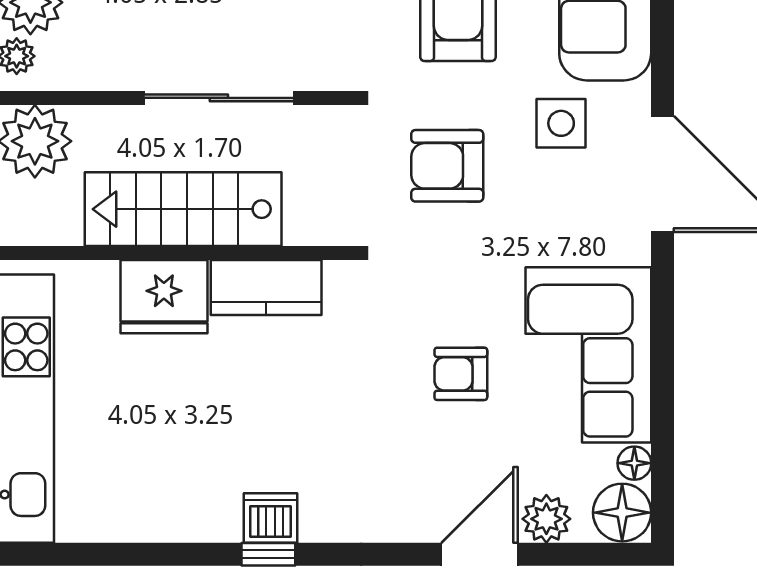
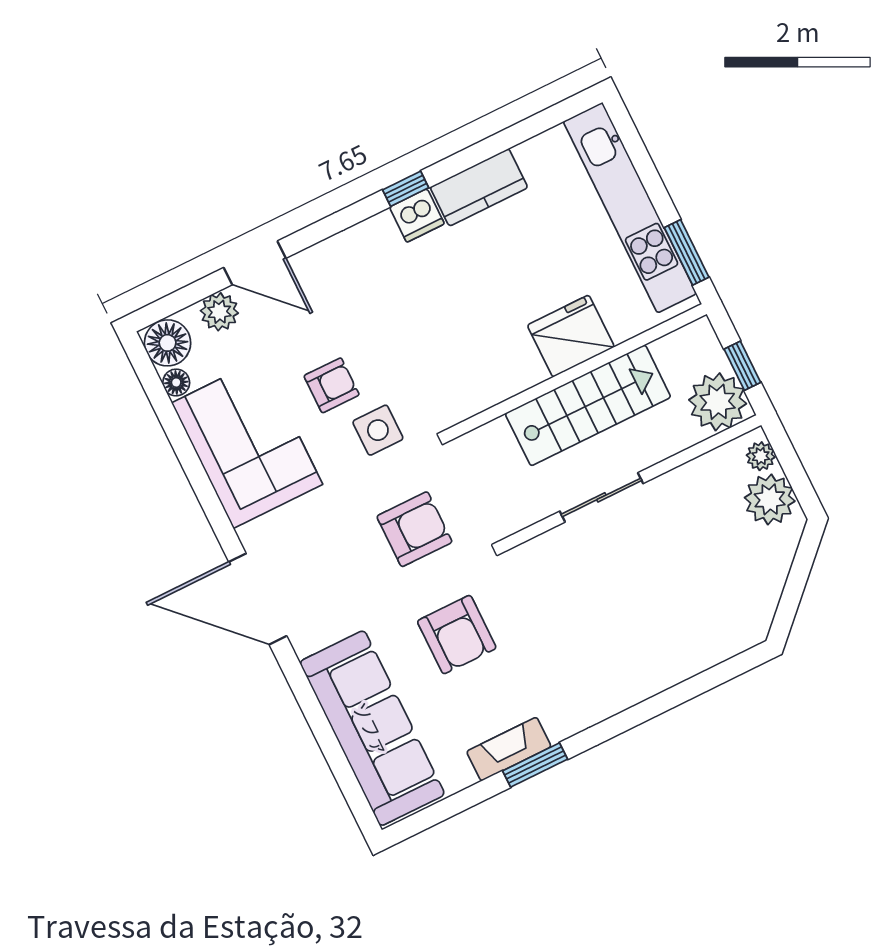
sliding door: (219, 98) -> (601, 497), width x0.73
side table: (561, 123) -> (378, 430), moved
kitchen counter: (266, 288) -> (479, 187), moved, turned 180
door: (479, 554) -> (255, 263), hinge flipped

